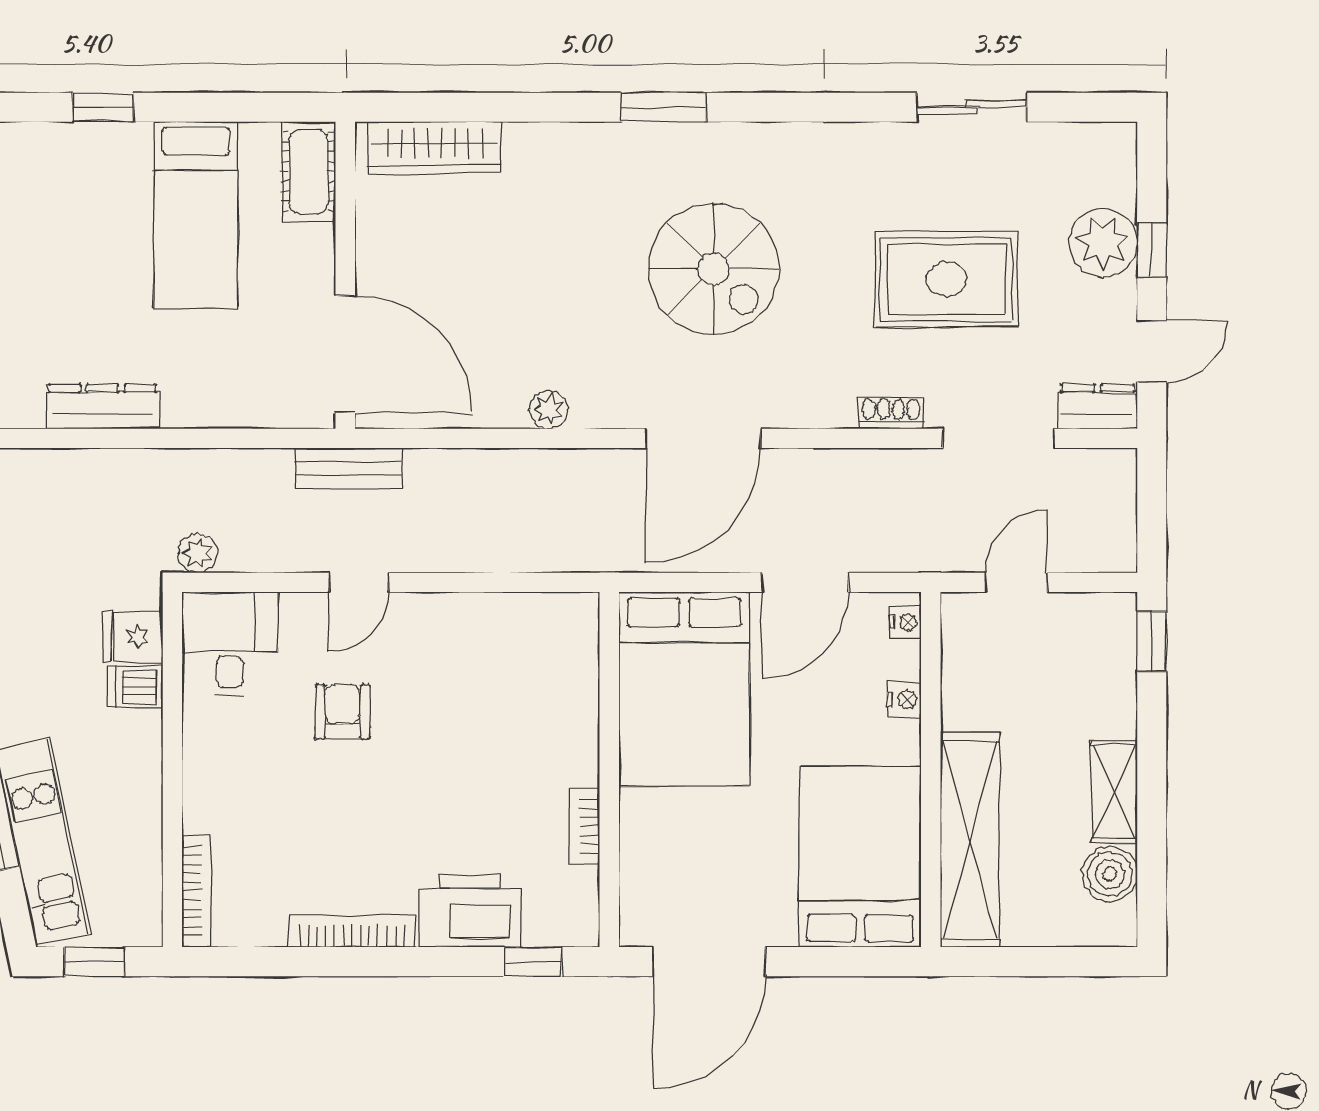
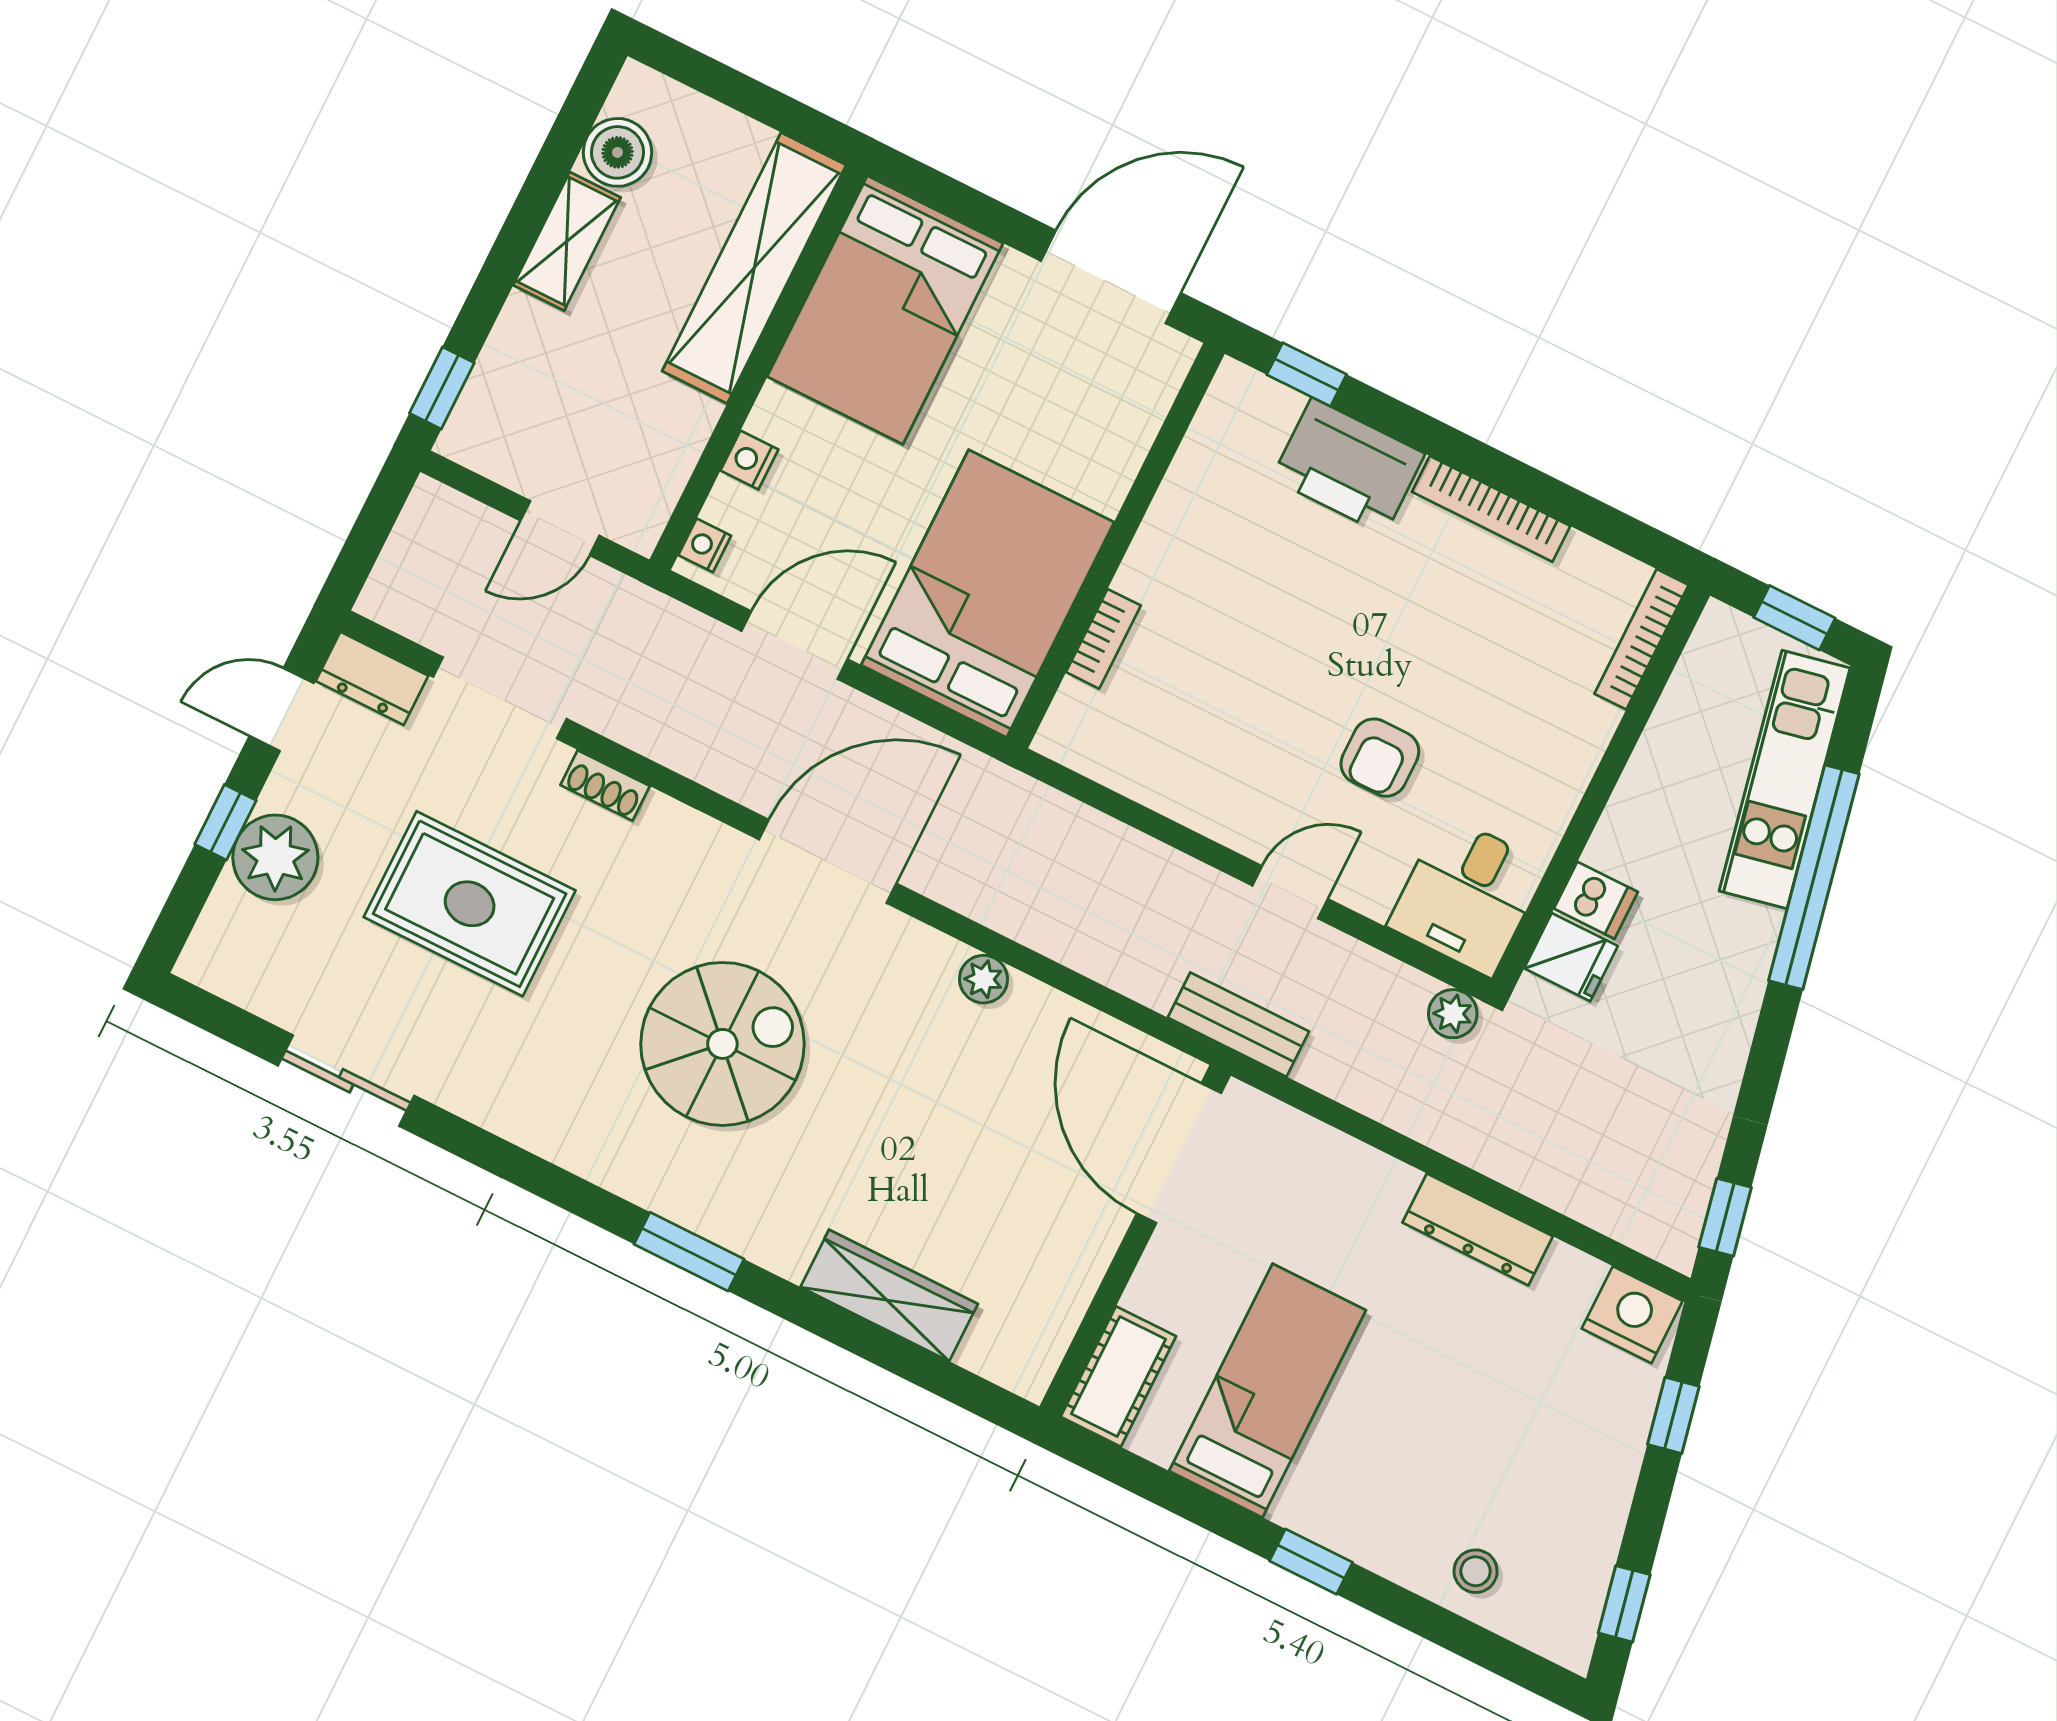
wardrobe: (435, 147) -> (889, 1295), moved
spiral stairs: (714, 269) -> (722, 1044), turned 90
bookcase: (585, 827) -> (1103, 639), moved

